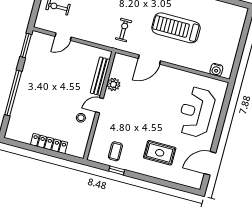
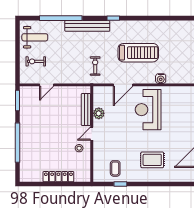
treadmill: (176, 28) -> (138, 53), turned 180
water cooler: (216, 70) -> (161, 79), moved
reception desk: (196, 112) -> (148, 110), moved

